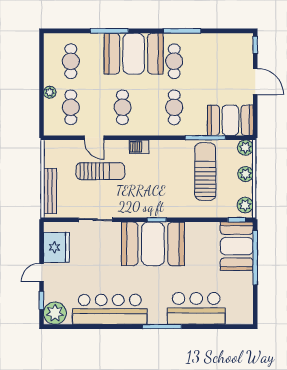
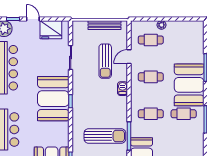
cafe table: (71, 61) -> (184, 40), removed
bench: (50, 191) -> (104, 25), moved

